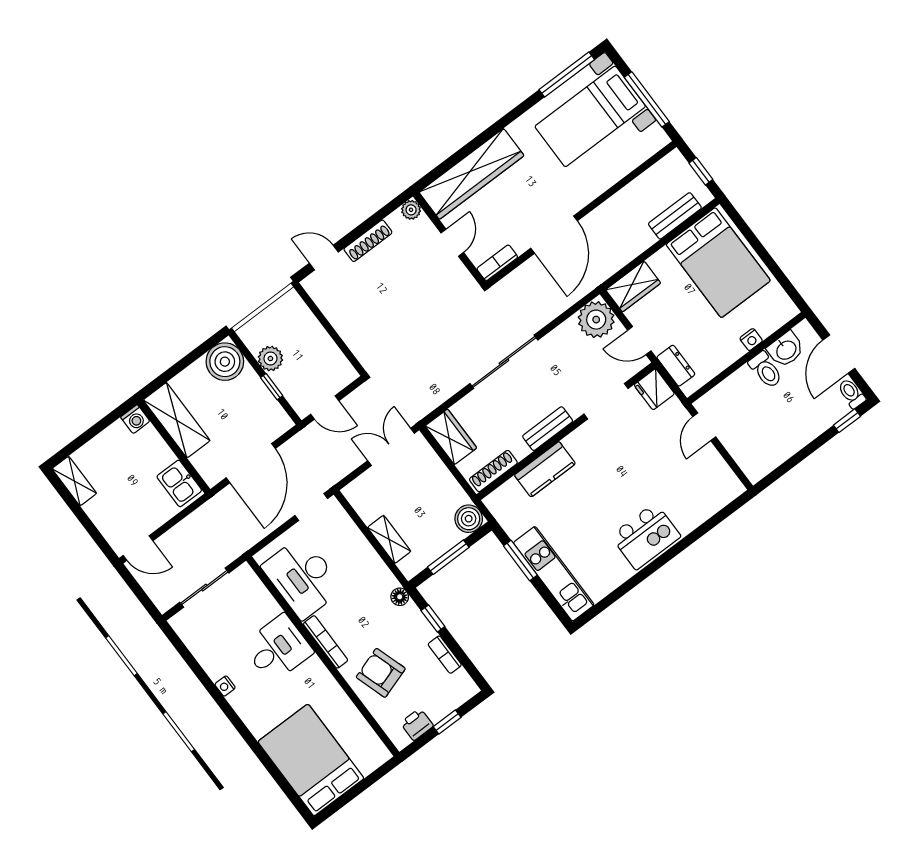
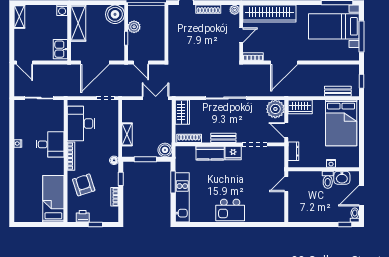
fridge: (654, 389) -> (233, 153), moved, turned -90
bed: (311, 760) -> (53, 199), moved, width x0.67

